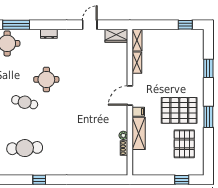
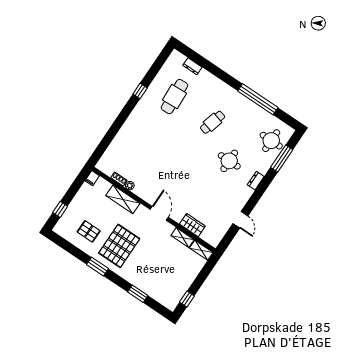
wardrobe: (116, 36) -> (192, 225), moved, turned 90
round table: (46, 79) -> (229, 161), moved
filing cabinet: (138, 112) -> (92, 178), moved
pallet: (184, 144) -> (89, 231), width x0.67, depth x0.71

